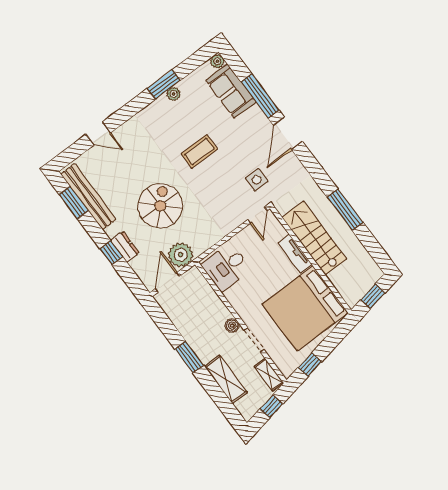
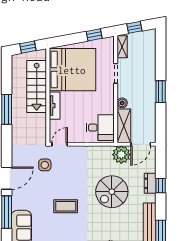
stairs: (314, 238) -> (37, 86), moved
boiler: (232, 326) -> (122, 103), moved
shelving: (226, 379) -> (124, 126), moved

